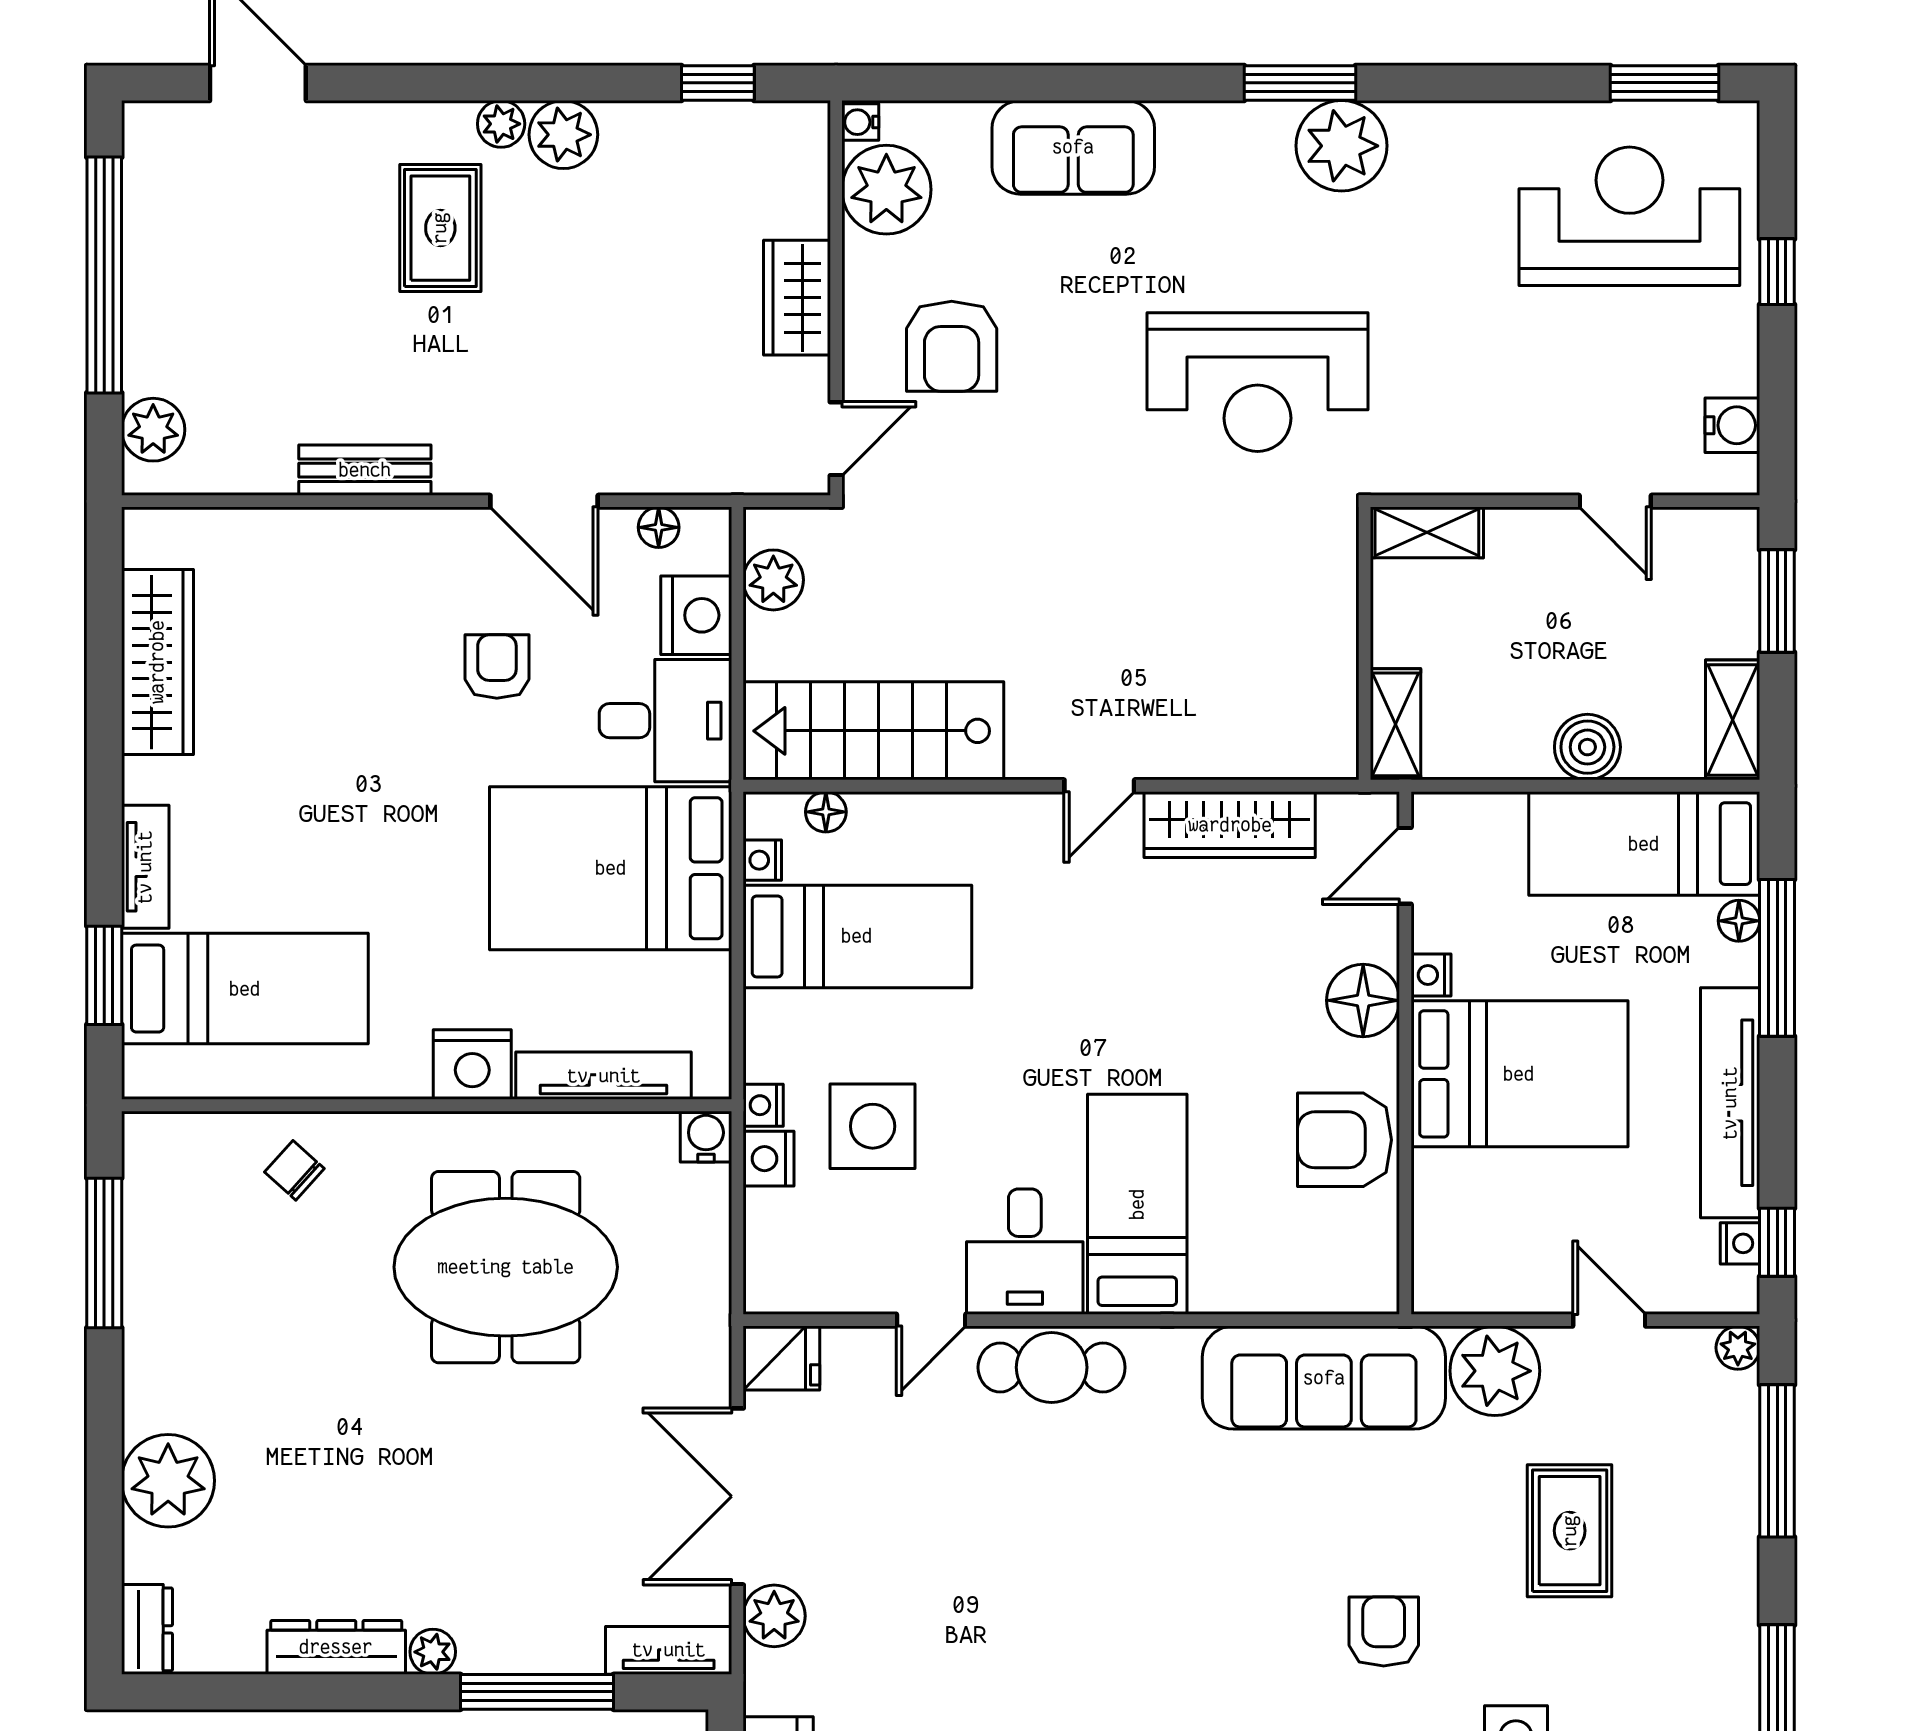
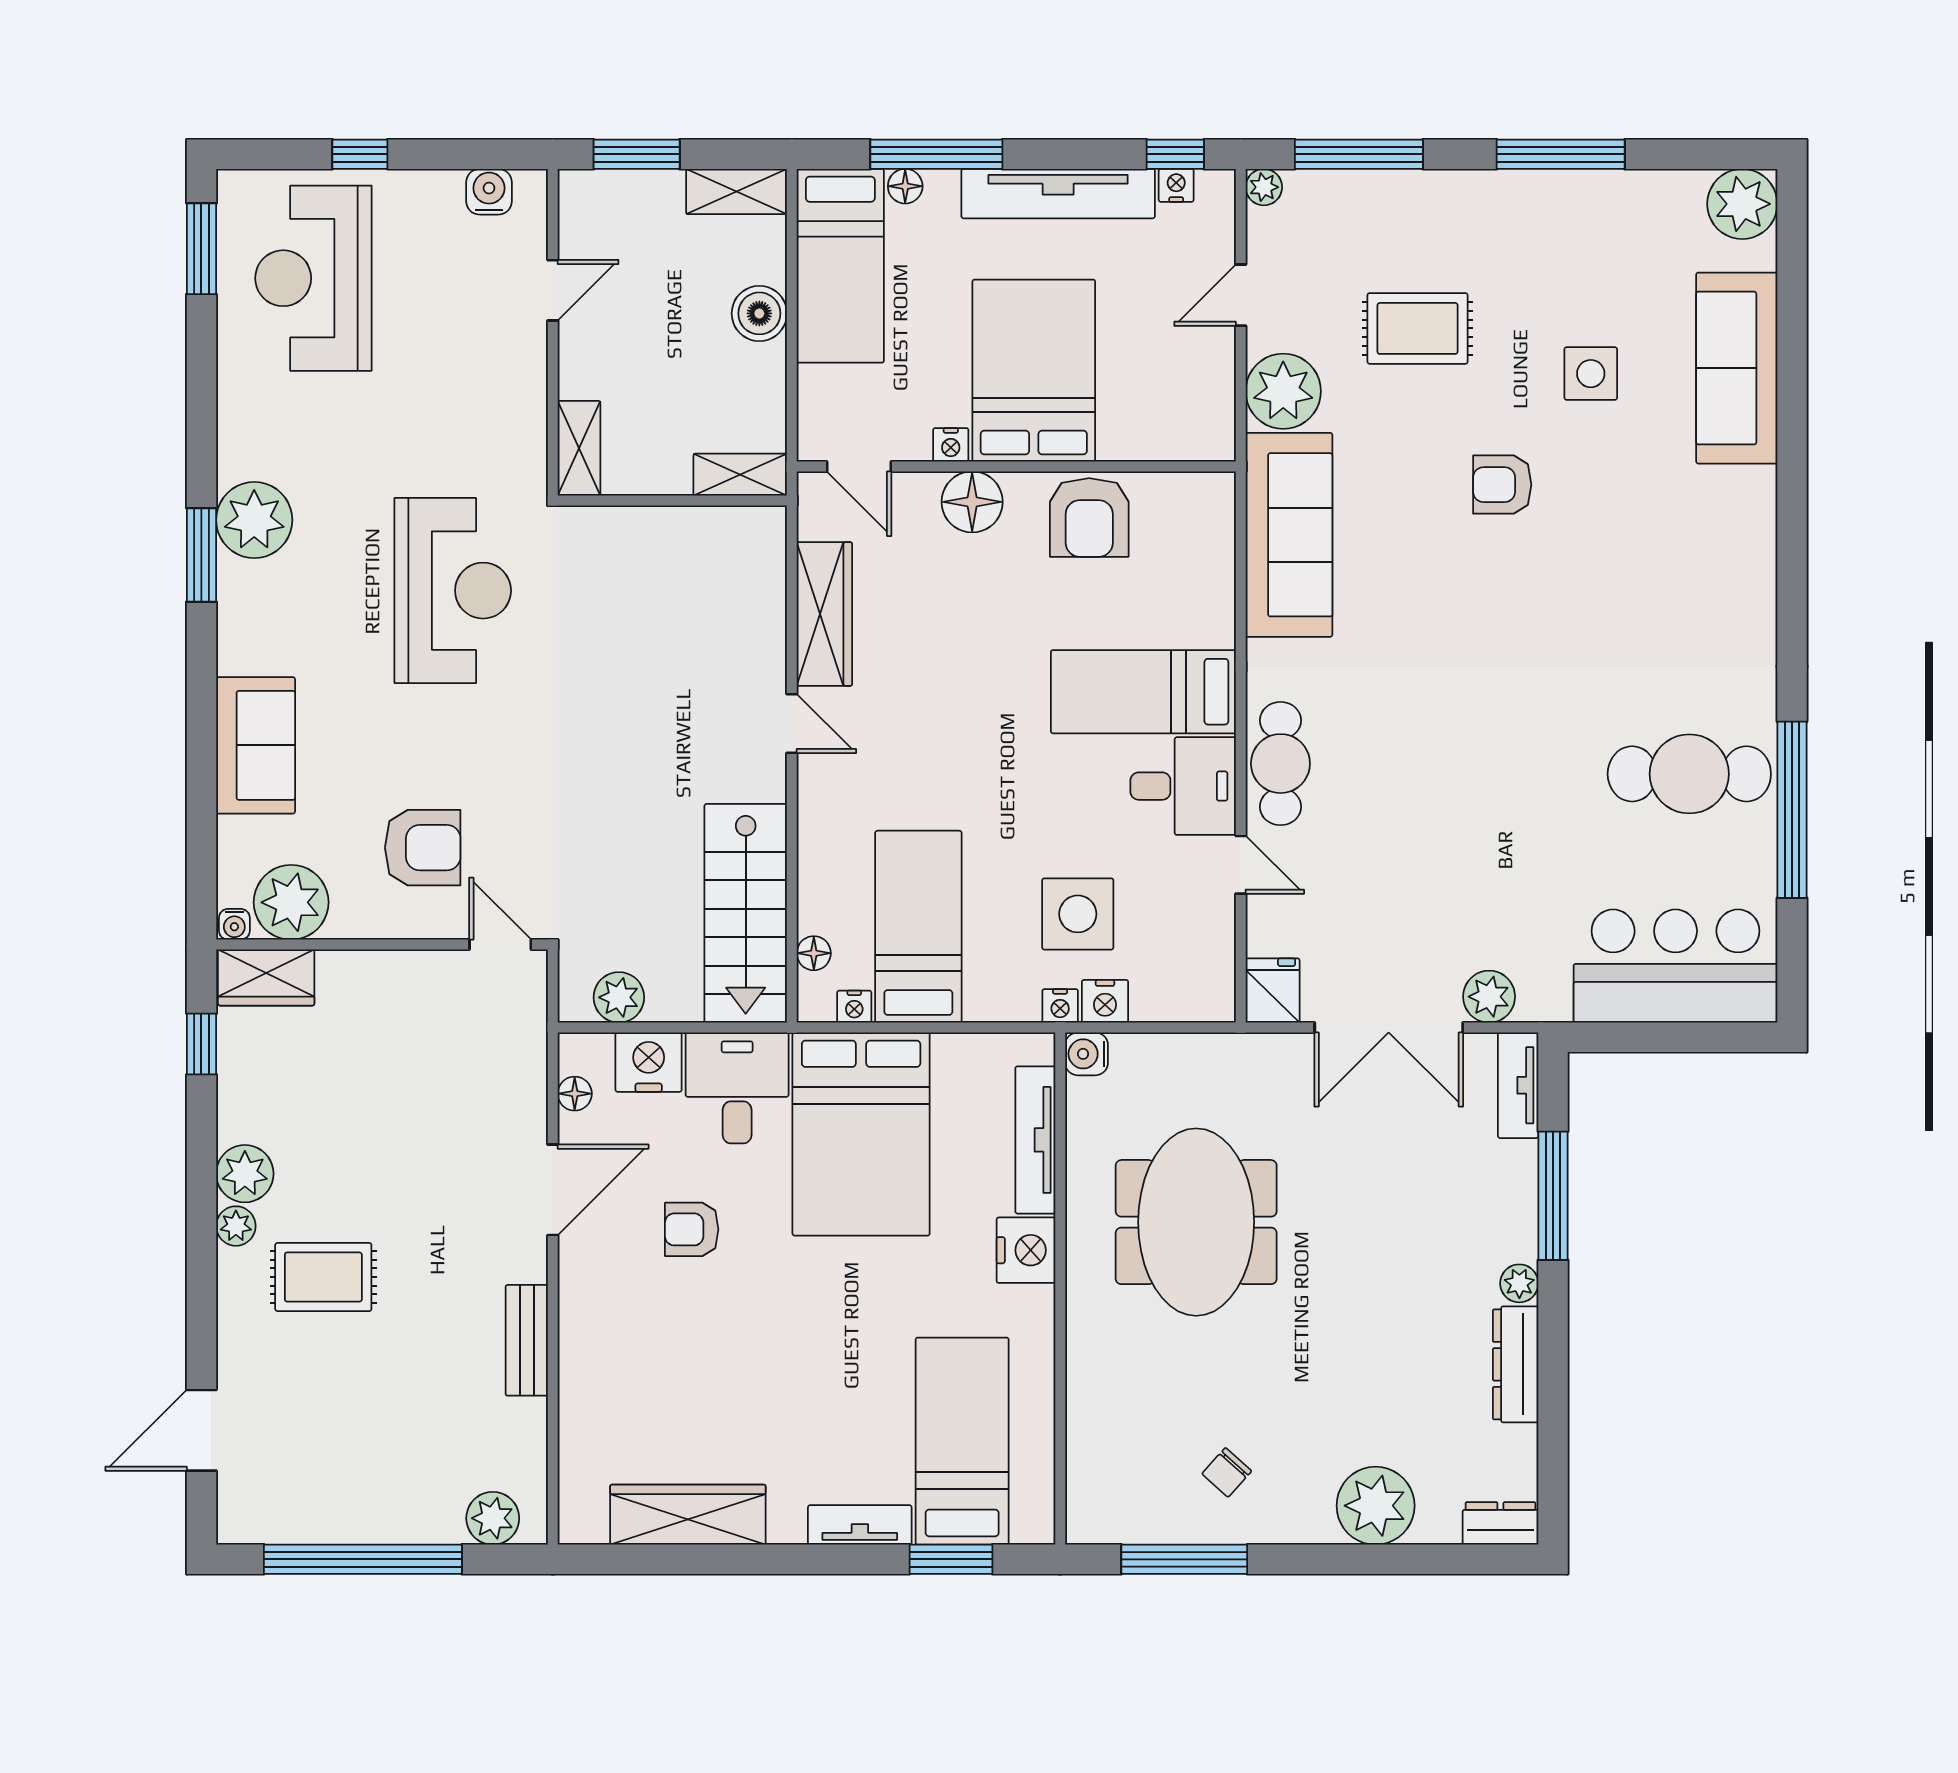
wardrobe: (797, 298) -> (266, 977), moved
chair: (294, 1170) -> (1227, 1472), moved

